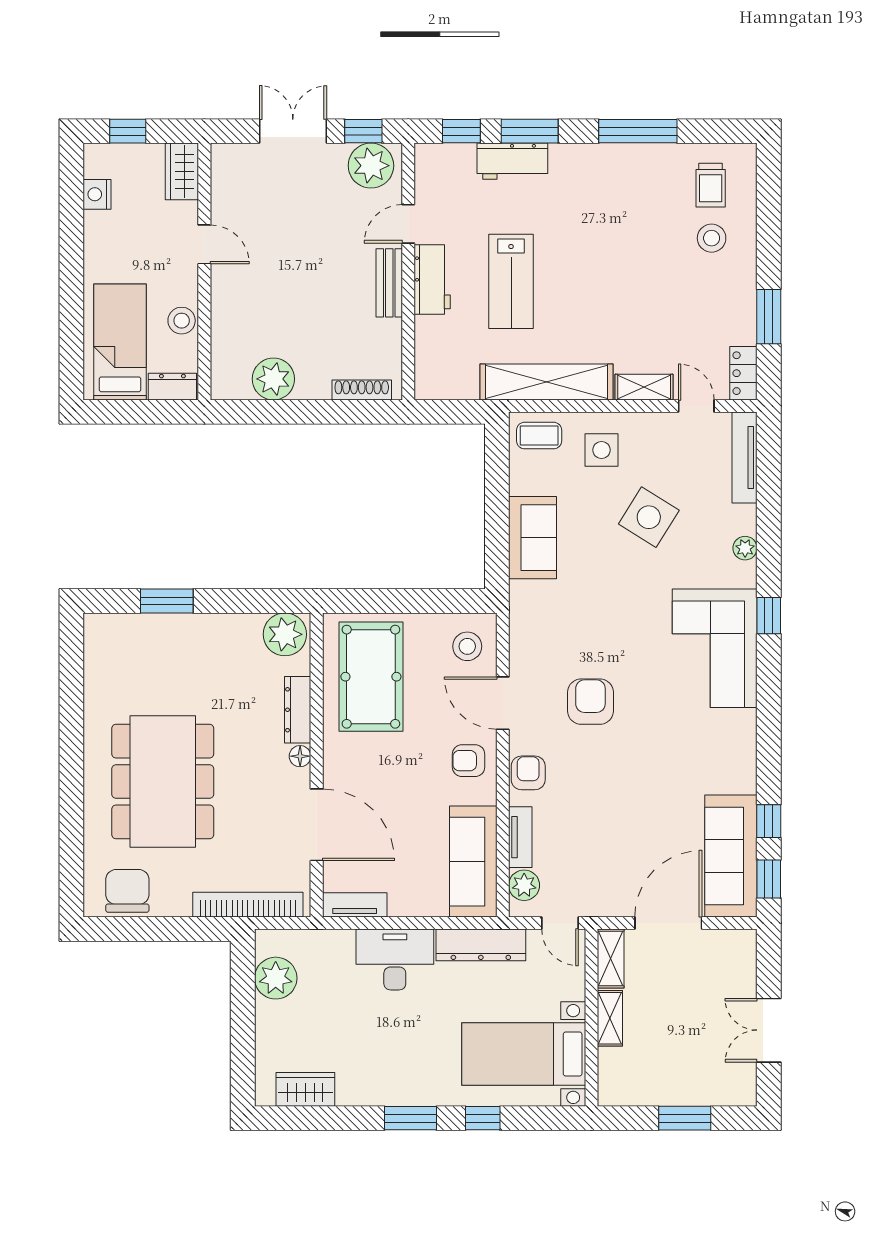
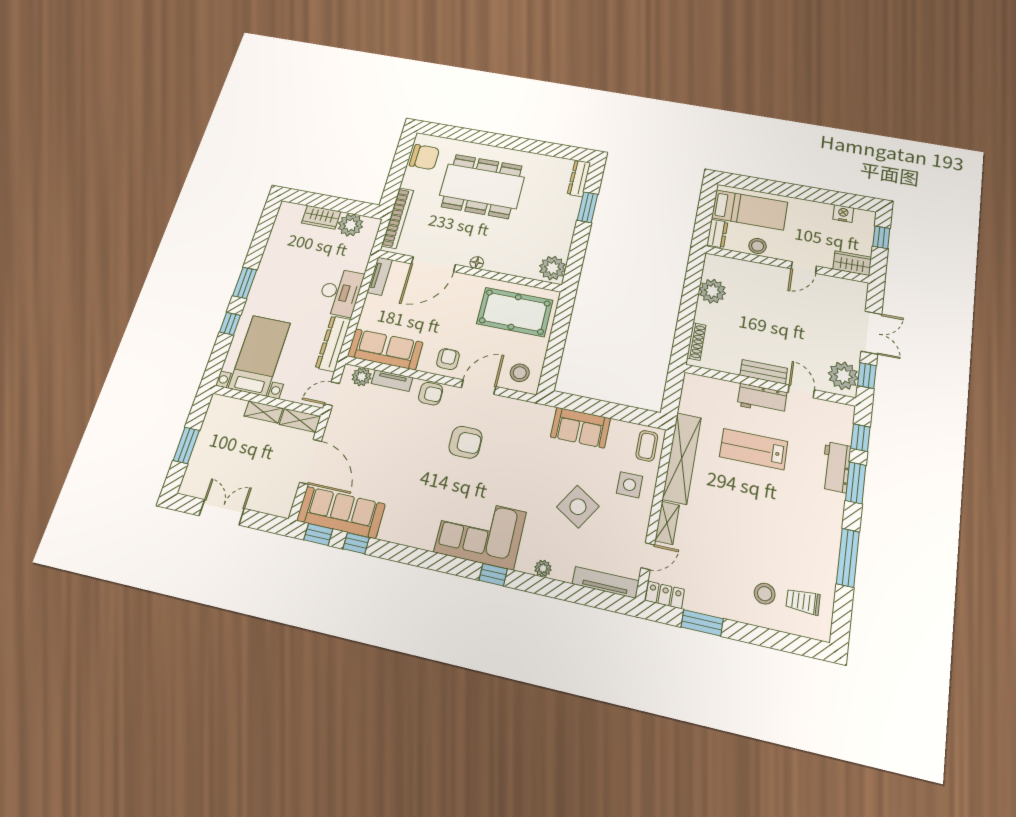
dresser: (298, 710) -> (579, 178), moved, turned -90
wardrobe: (305, 1089) -> (321, 217), moved, turned 90

